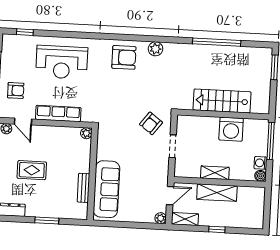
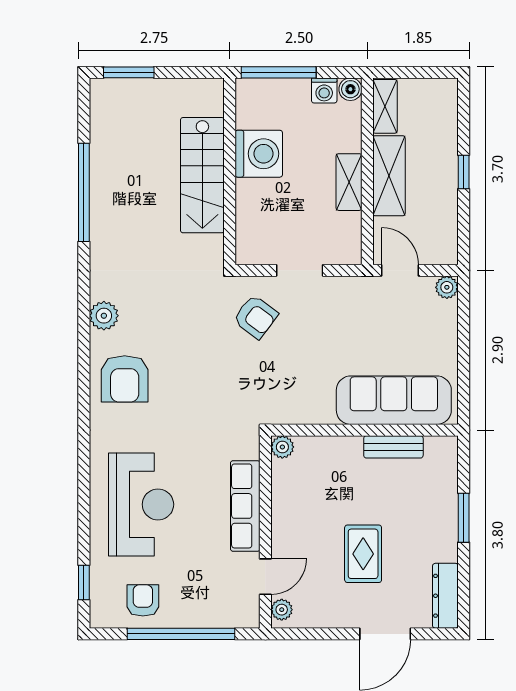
armchair: (124, 57) -> (125, 379), turned 180
armchair: (16, 90) -> (143, 600), moved
shelving: (185, 219) -> (385, 106), moved

